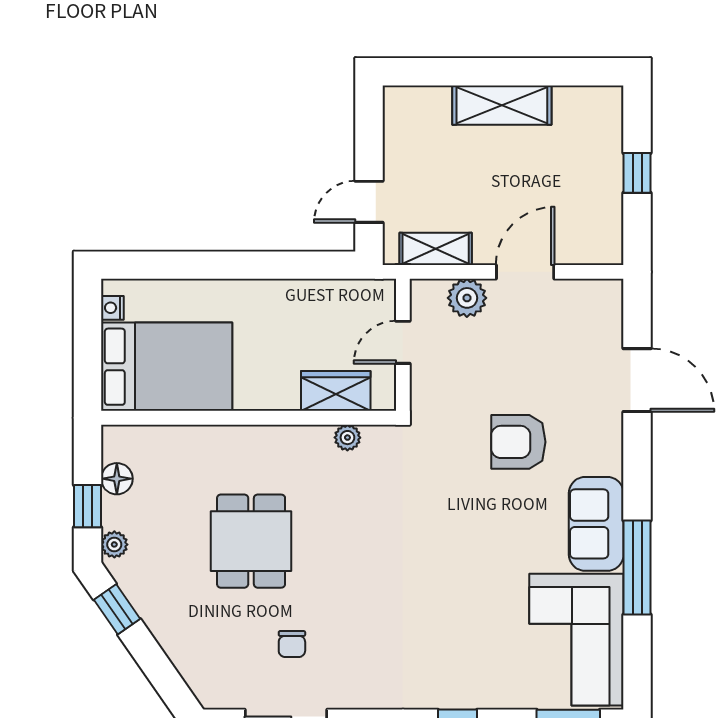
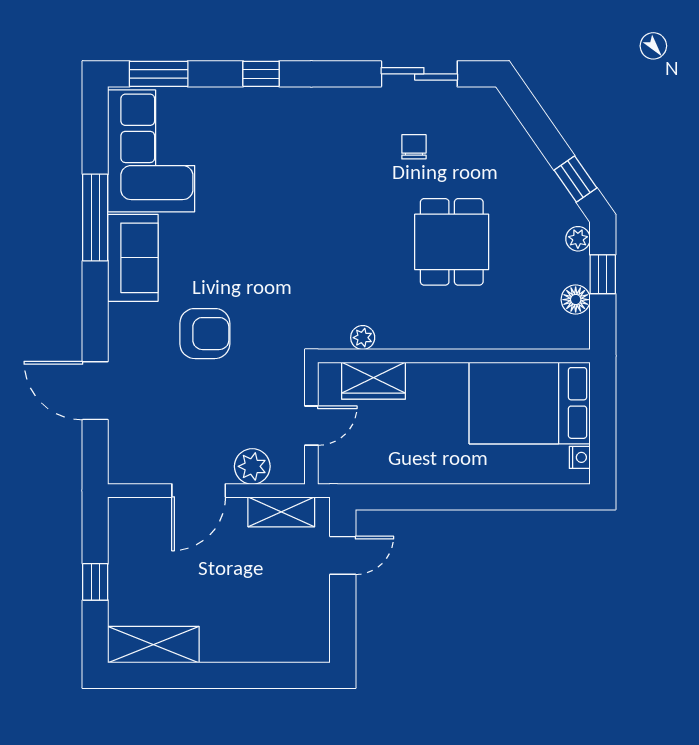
shelving: (502, 105) -> (153, 645), moved

